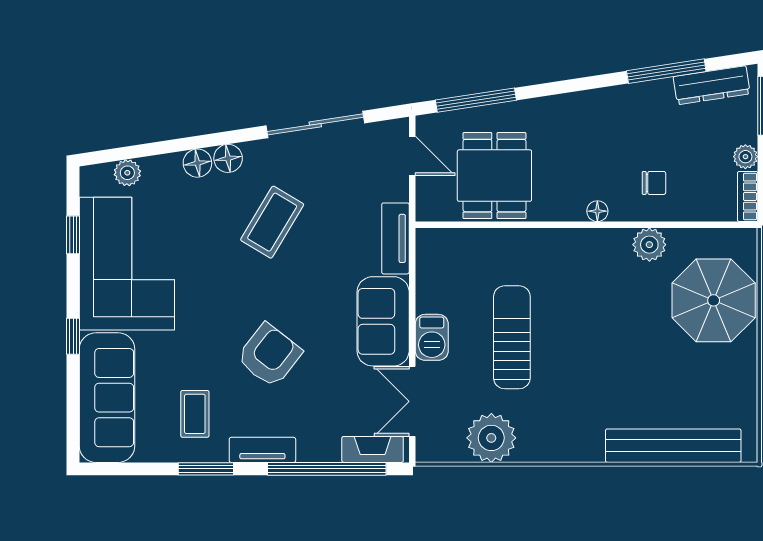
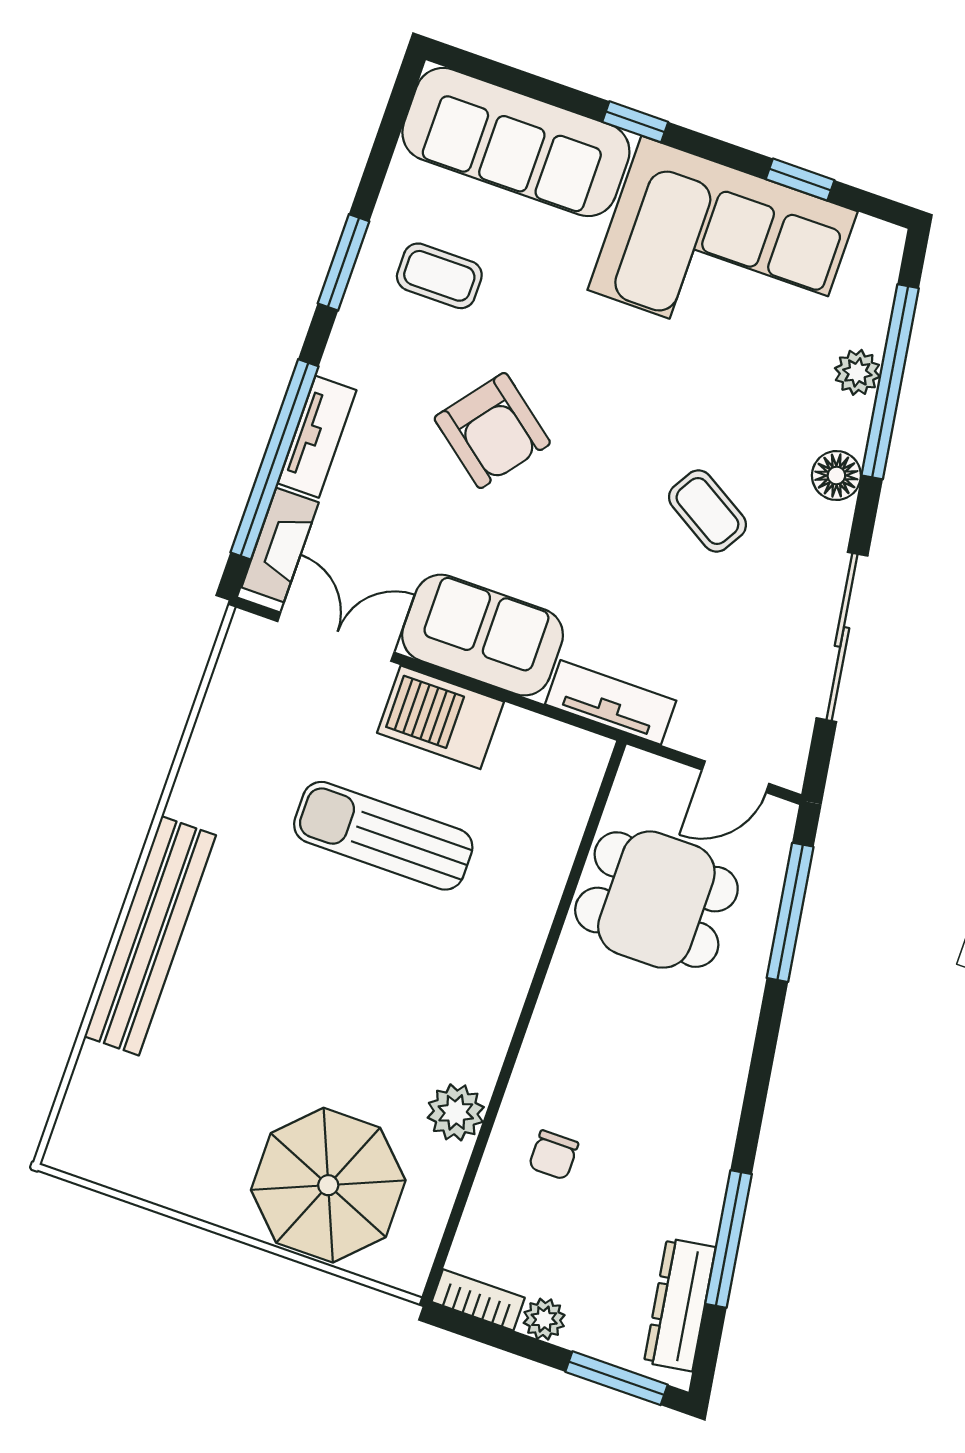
window: (166, 147) -> (890, 382), added
floor lamp: (197, 163) -> (846, 423), removed
plant: (127, 173) -> (857, 372), moved
floor lamp: (597, 211) -> (540, 1047), removed
coffee table: (272, 222) -> (707, 511), width x0.73, depth x0.77
barbecue: (432, 337) -> (441, 717), width x1.38, depth x1.27
sun lounger: (512, 337) -> (383, 836), turned 180
plant: (491, 438) -> (231, 745), removed
bench: (673, 446) -> (150, 936), moved
tv unit: (262, 450) -> (317, 437), moved

